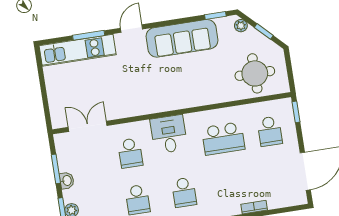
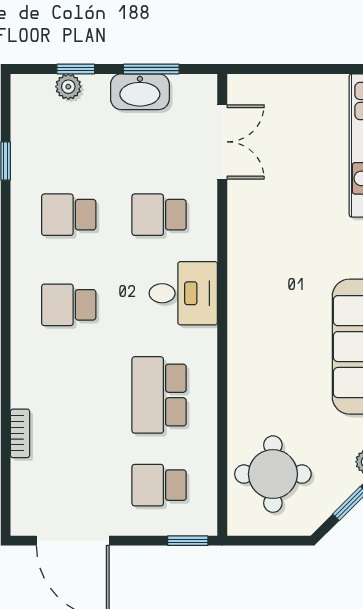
washbasin: (67, 181) -> (140, 92), width x1.91, depth x1.45

